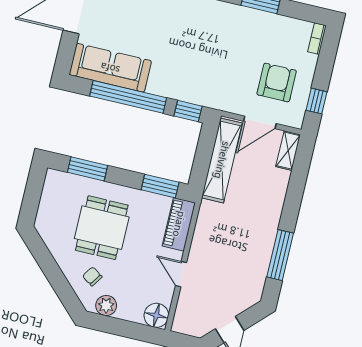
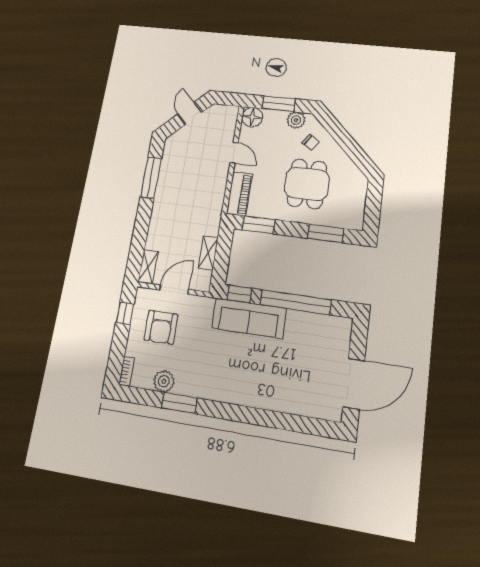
plant: (276, 25) -> (164, 381), added
sofa: (110, 68) -> (249, 318), moved
shelving: (222, 160) -> (208, 253), width x0.45, depth x0.75
window: (124, 328) -> (279, 104), added

